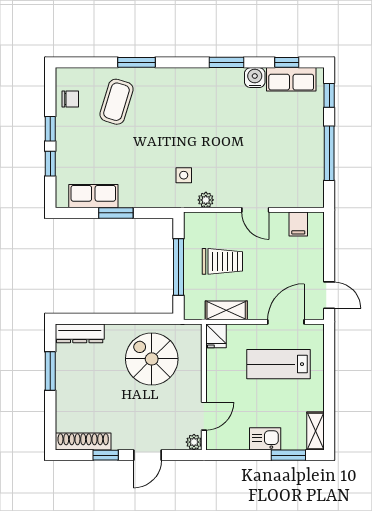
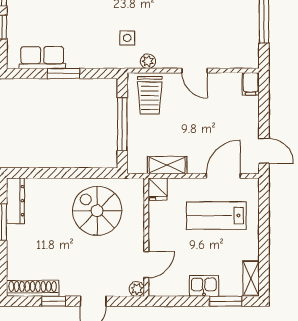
filing cabinet: (298, 224) -> (251, 84), moved
trolley: (222, 261) -> (150, 95), moved, turned 90
dresser: (80, 333) -> (15, 201), moved, turned -90

